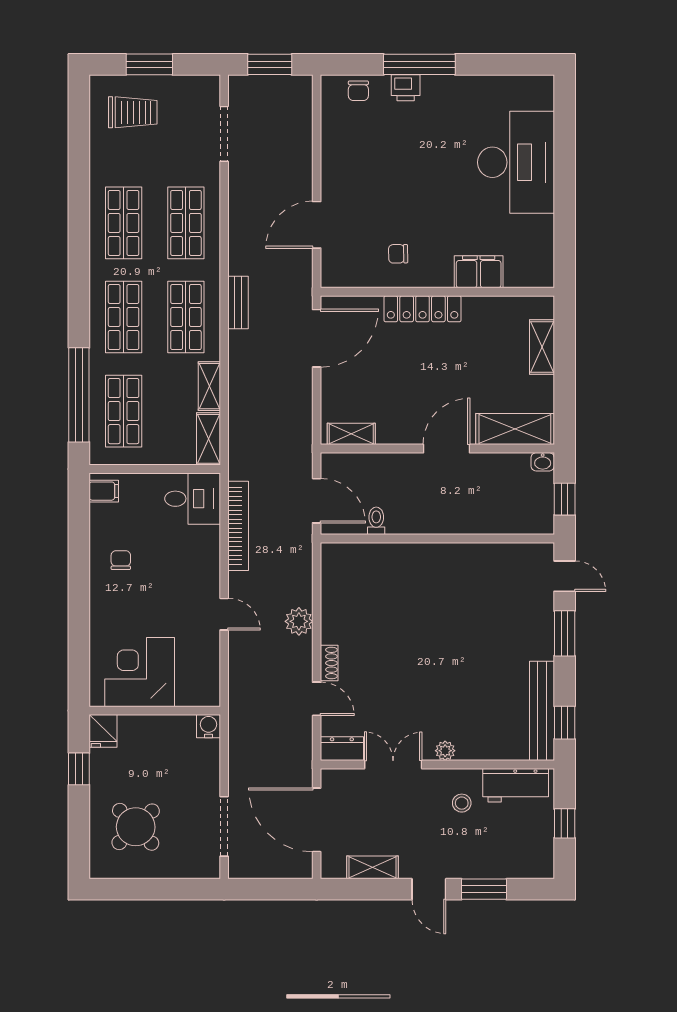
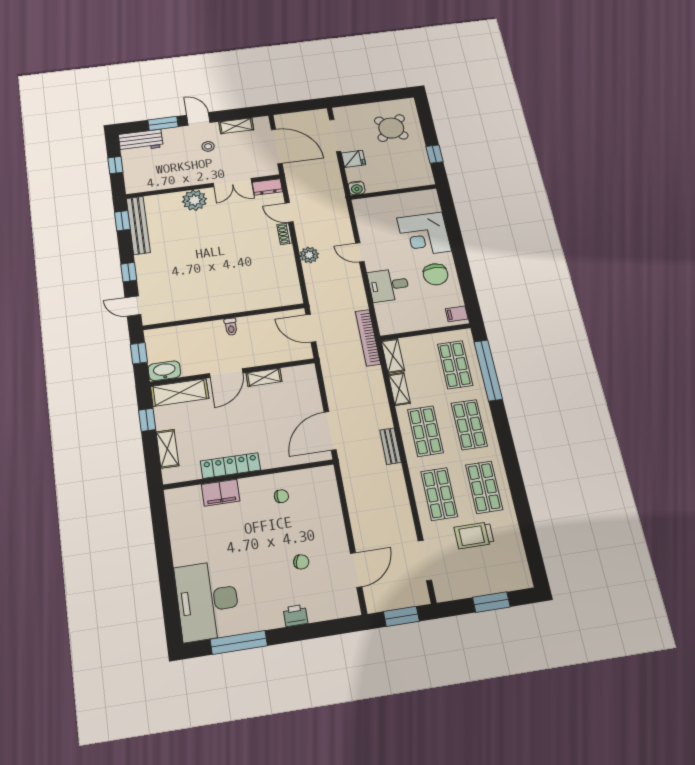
window: (419, 64) -> (239, 642), moved
chair: (358, 91) -> (301, 562), moved, turned 106
trolley: (133, 112) -> (474, 535), moved
desk: (516, 162) -> (207, 601), moved
door: (317, 225) -> (356, 570), moved
locker: (423, 309) -> (230, 466), moved
window: (565, 395) -> (147, 420), added
shelving: (351, 434) -> (264, 377), moved
washbasin: (543, 462) -> (164, 371), width x1.91, depth x1.45
desk: (193, 499) -> (389, 285), moved
toilet: (376, 521) -> (231, 327), moved
bookcase: (238, 526) -> (368, 338), moved
chair: (121, 560) -> (436, 274), width x1.87, depth x1.87
window: (565, 633) -> (129, 272), width x0.67
corner desk: (140, 672) -> (424, 234), moved, turned 90
fridge: (103, 731) -> (353, 159), moved, turned 90
plant: (445, 751) -> (194, 200), width x1.88, depth x1.88
workbench: (516, 785) -> (141, 141), moved, turned 180
stool: (462, 803) -> (208, 146), moved

